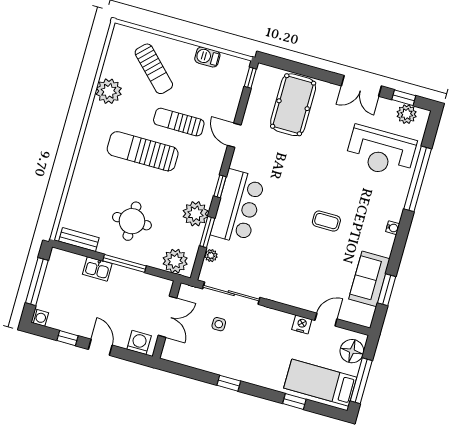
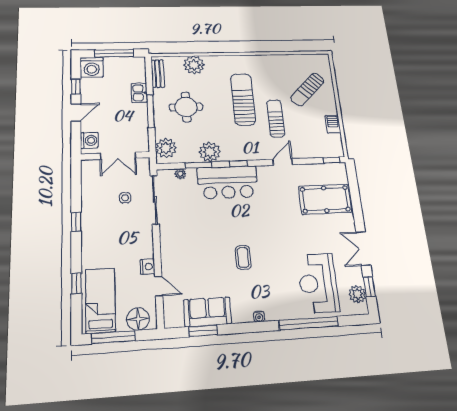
plant: (109, 91) -> (194, 65), moved
washing machine: (40, 318) -> (92, 67), width x1.89, depth x1.89

